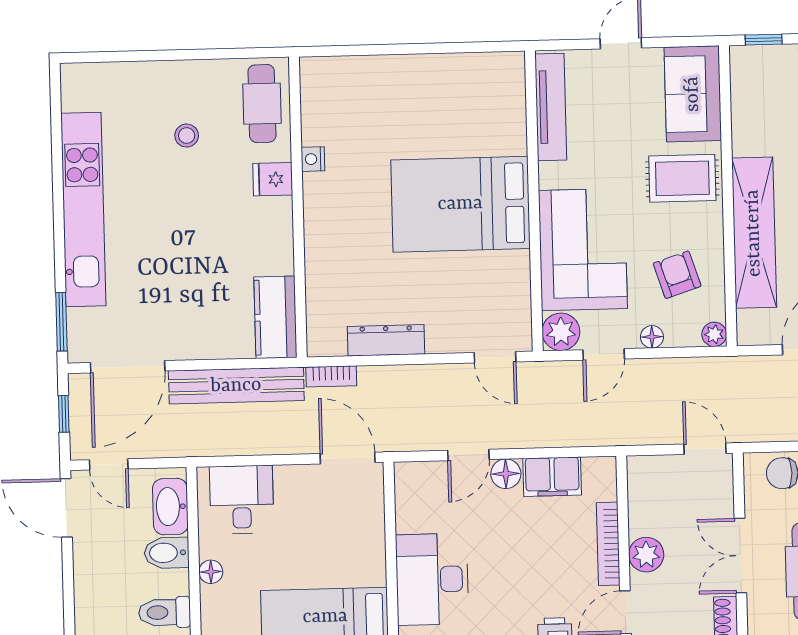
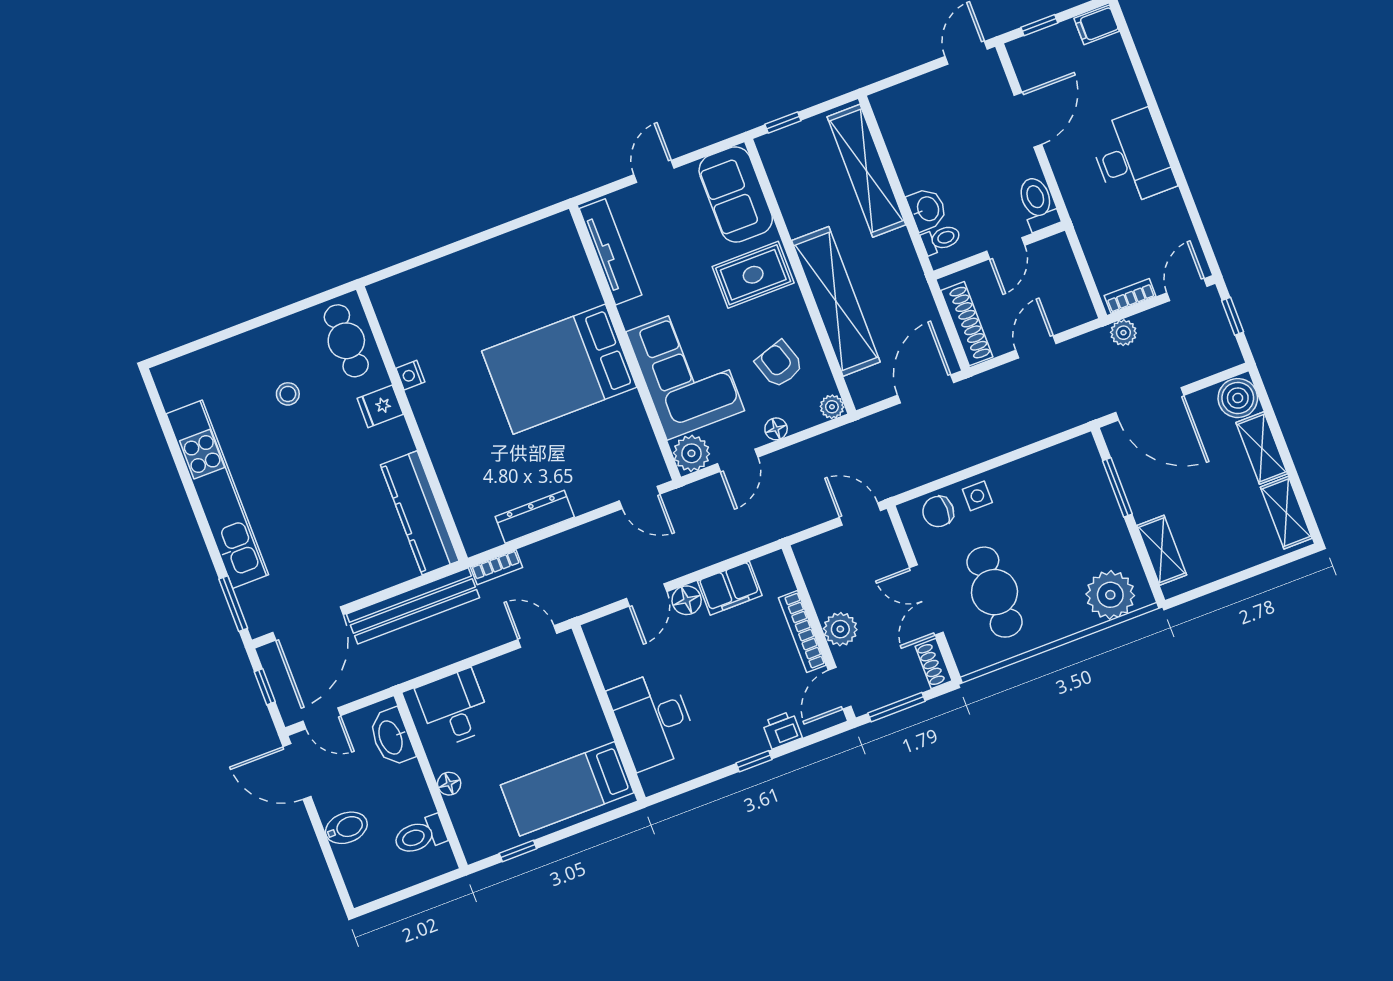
kitchen counter: (275, 317) -> (420, 513), width x1.50
door: (348, 458) -> (537, 636), width x0.73
bidet: (167, 553) -> (346, 828), moved, turned 180

